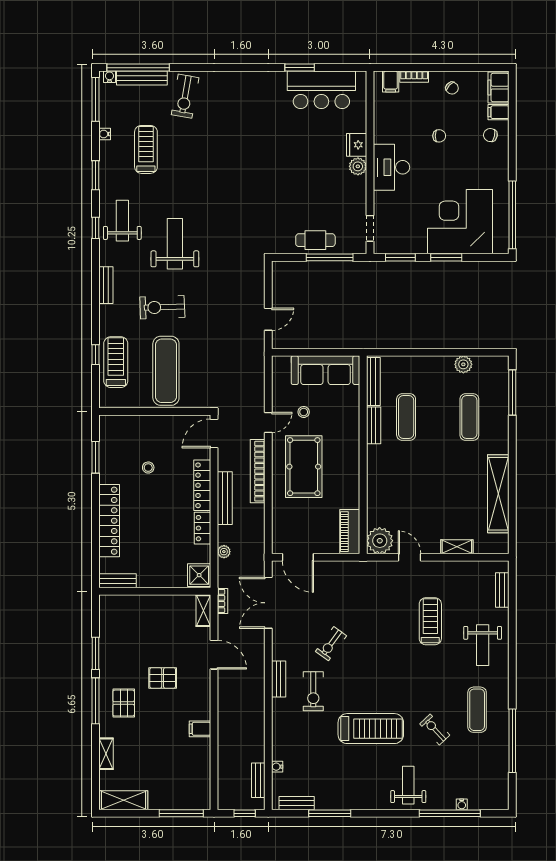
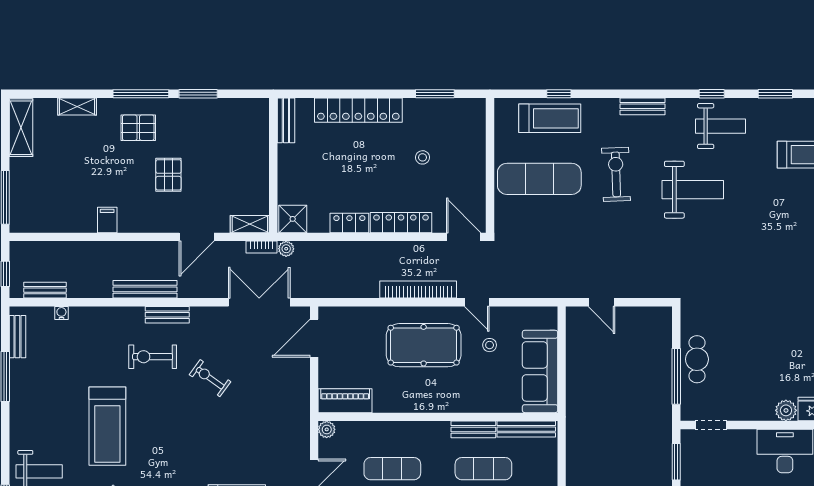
exercise mat: (406, 493) -> (392, 469), added
bench: (225, 498) -> (145, 289), moved
plant: (380, 541) -> (327, 429), width x0.53, depth x0.53
plant: (224, 552) -> (286, 249), moved

